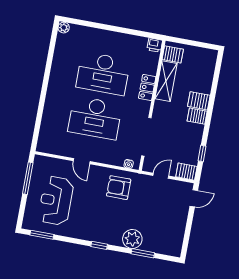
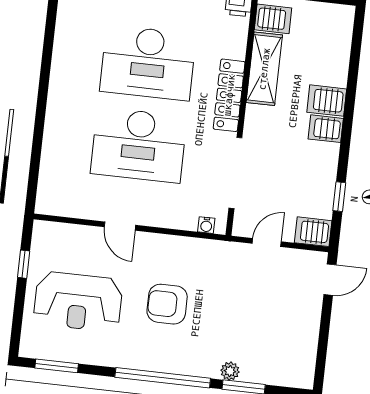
locker: (147, 87) -> (229, 95), width x1.53
window: (28, 178) -> (24, 264), width x0.46
armchair: (119, 188) -> (167, 304), moved
reception desk: (56, 201) -> (78, 302), turned -90
plant: (132, 239) -> (230, 371), width x0.53, depth x0.53
window: (99, 245) -> (163, 378), width x3.17

